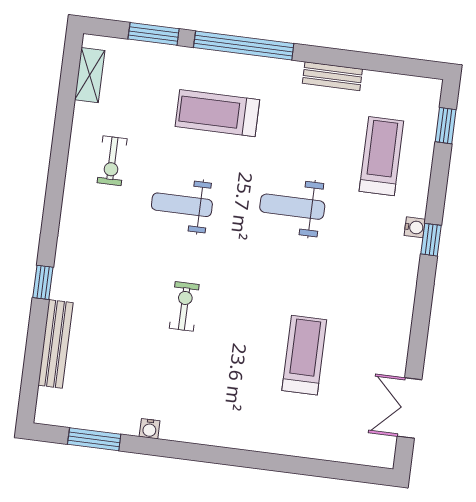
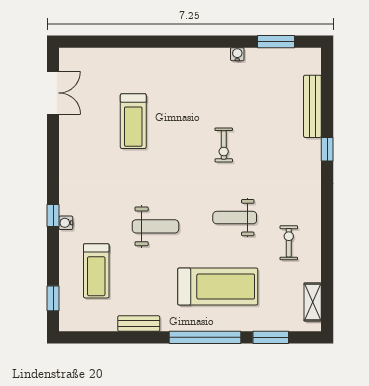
treadmill: (217, 113) -> (218, 287), width x1.37, depth x1.38
weight bench: (182, 205) -> (235, 218), turned 180

